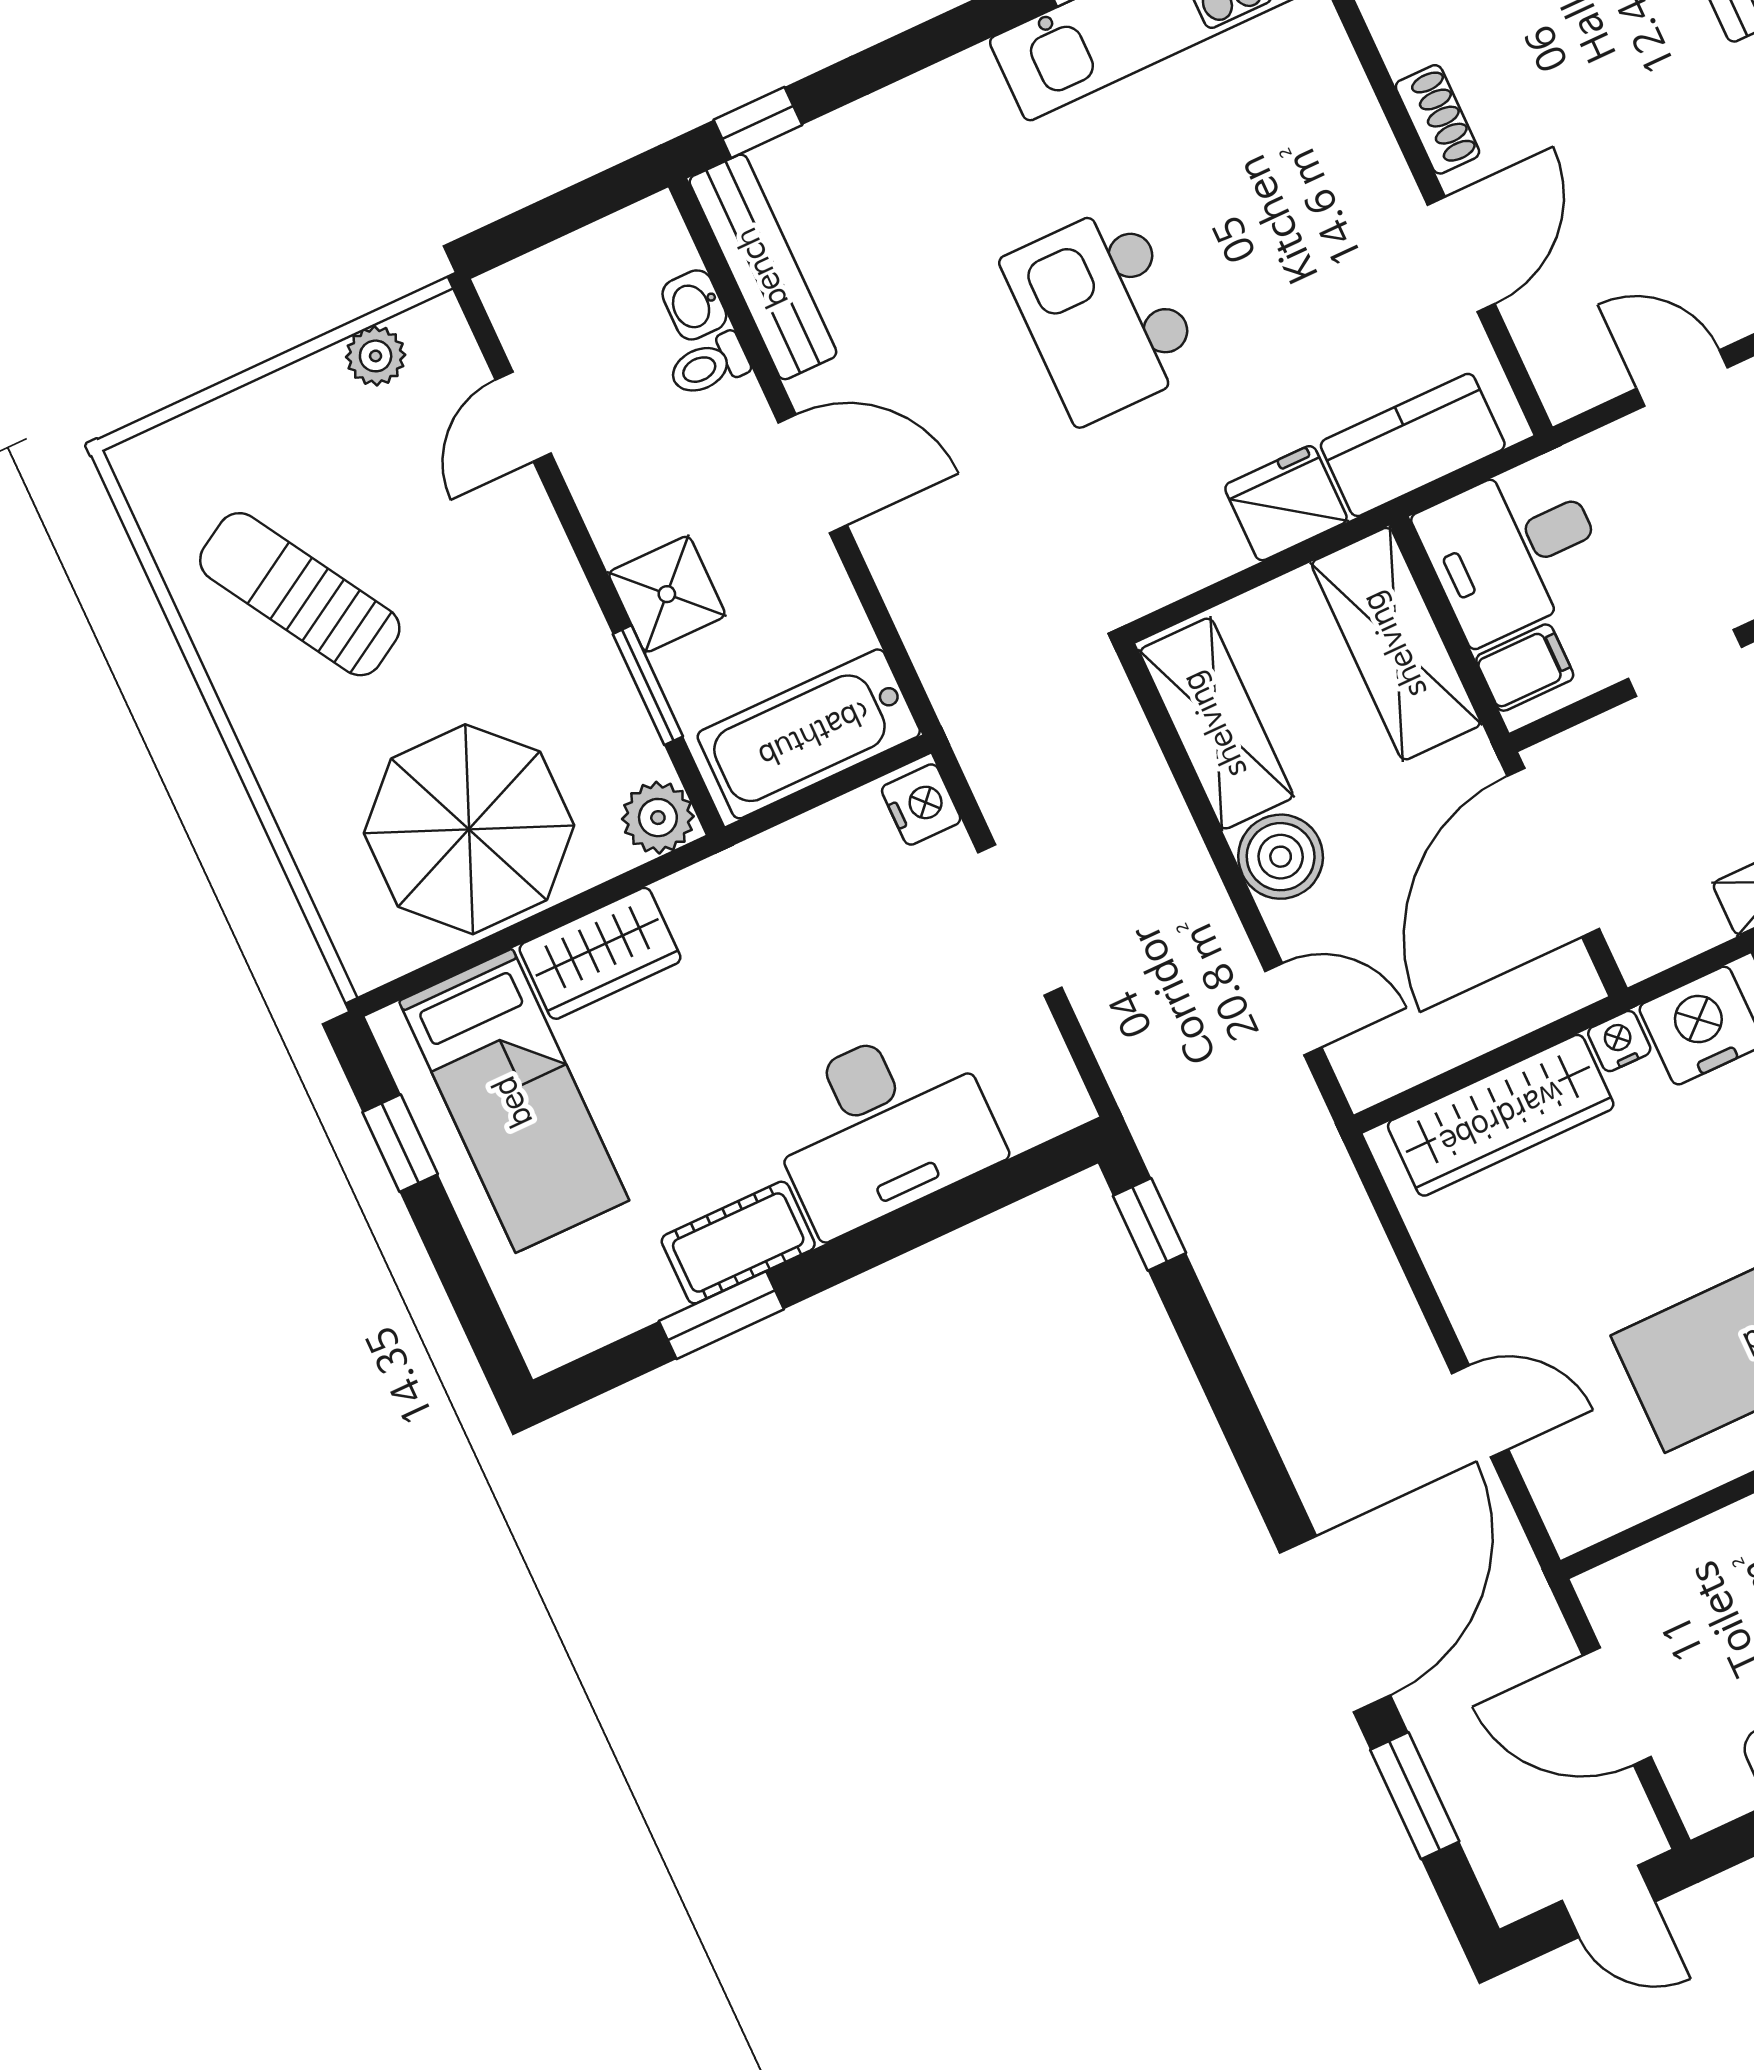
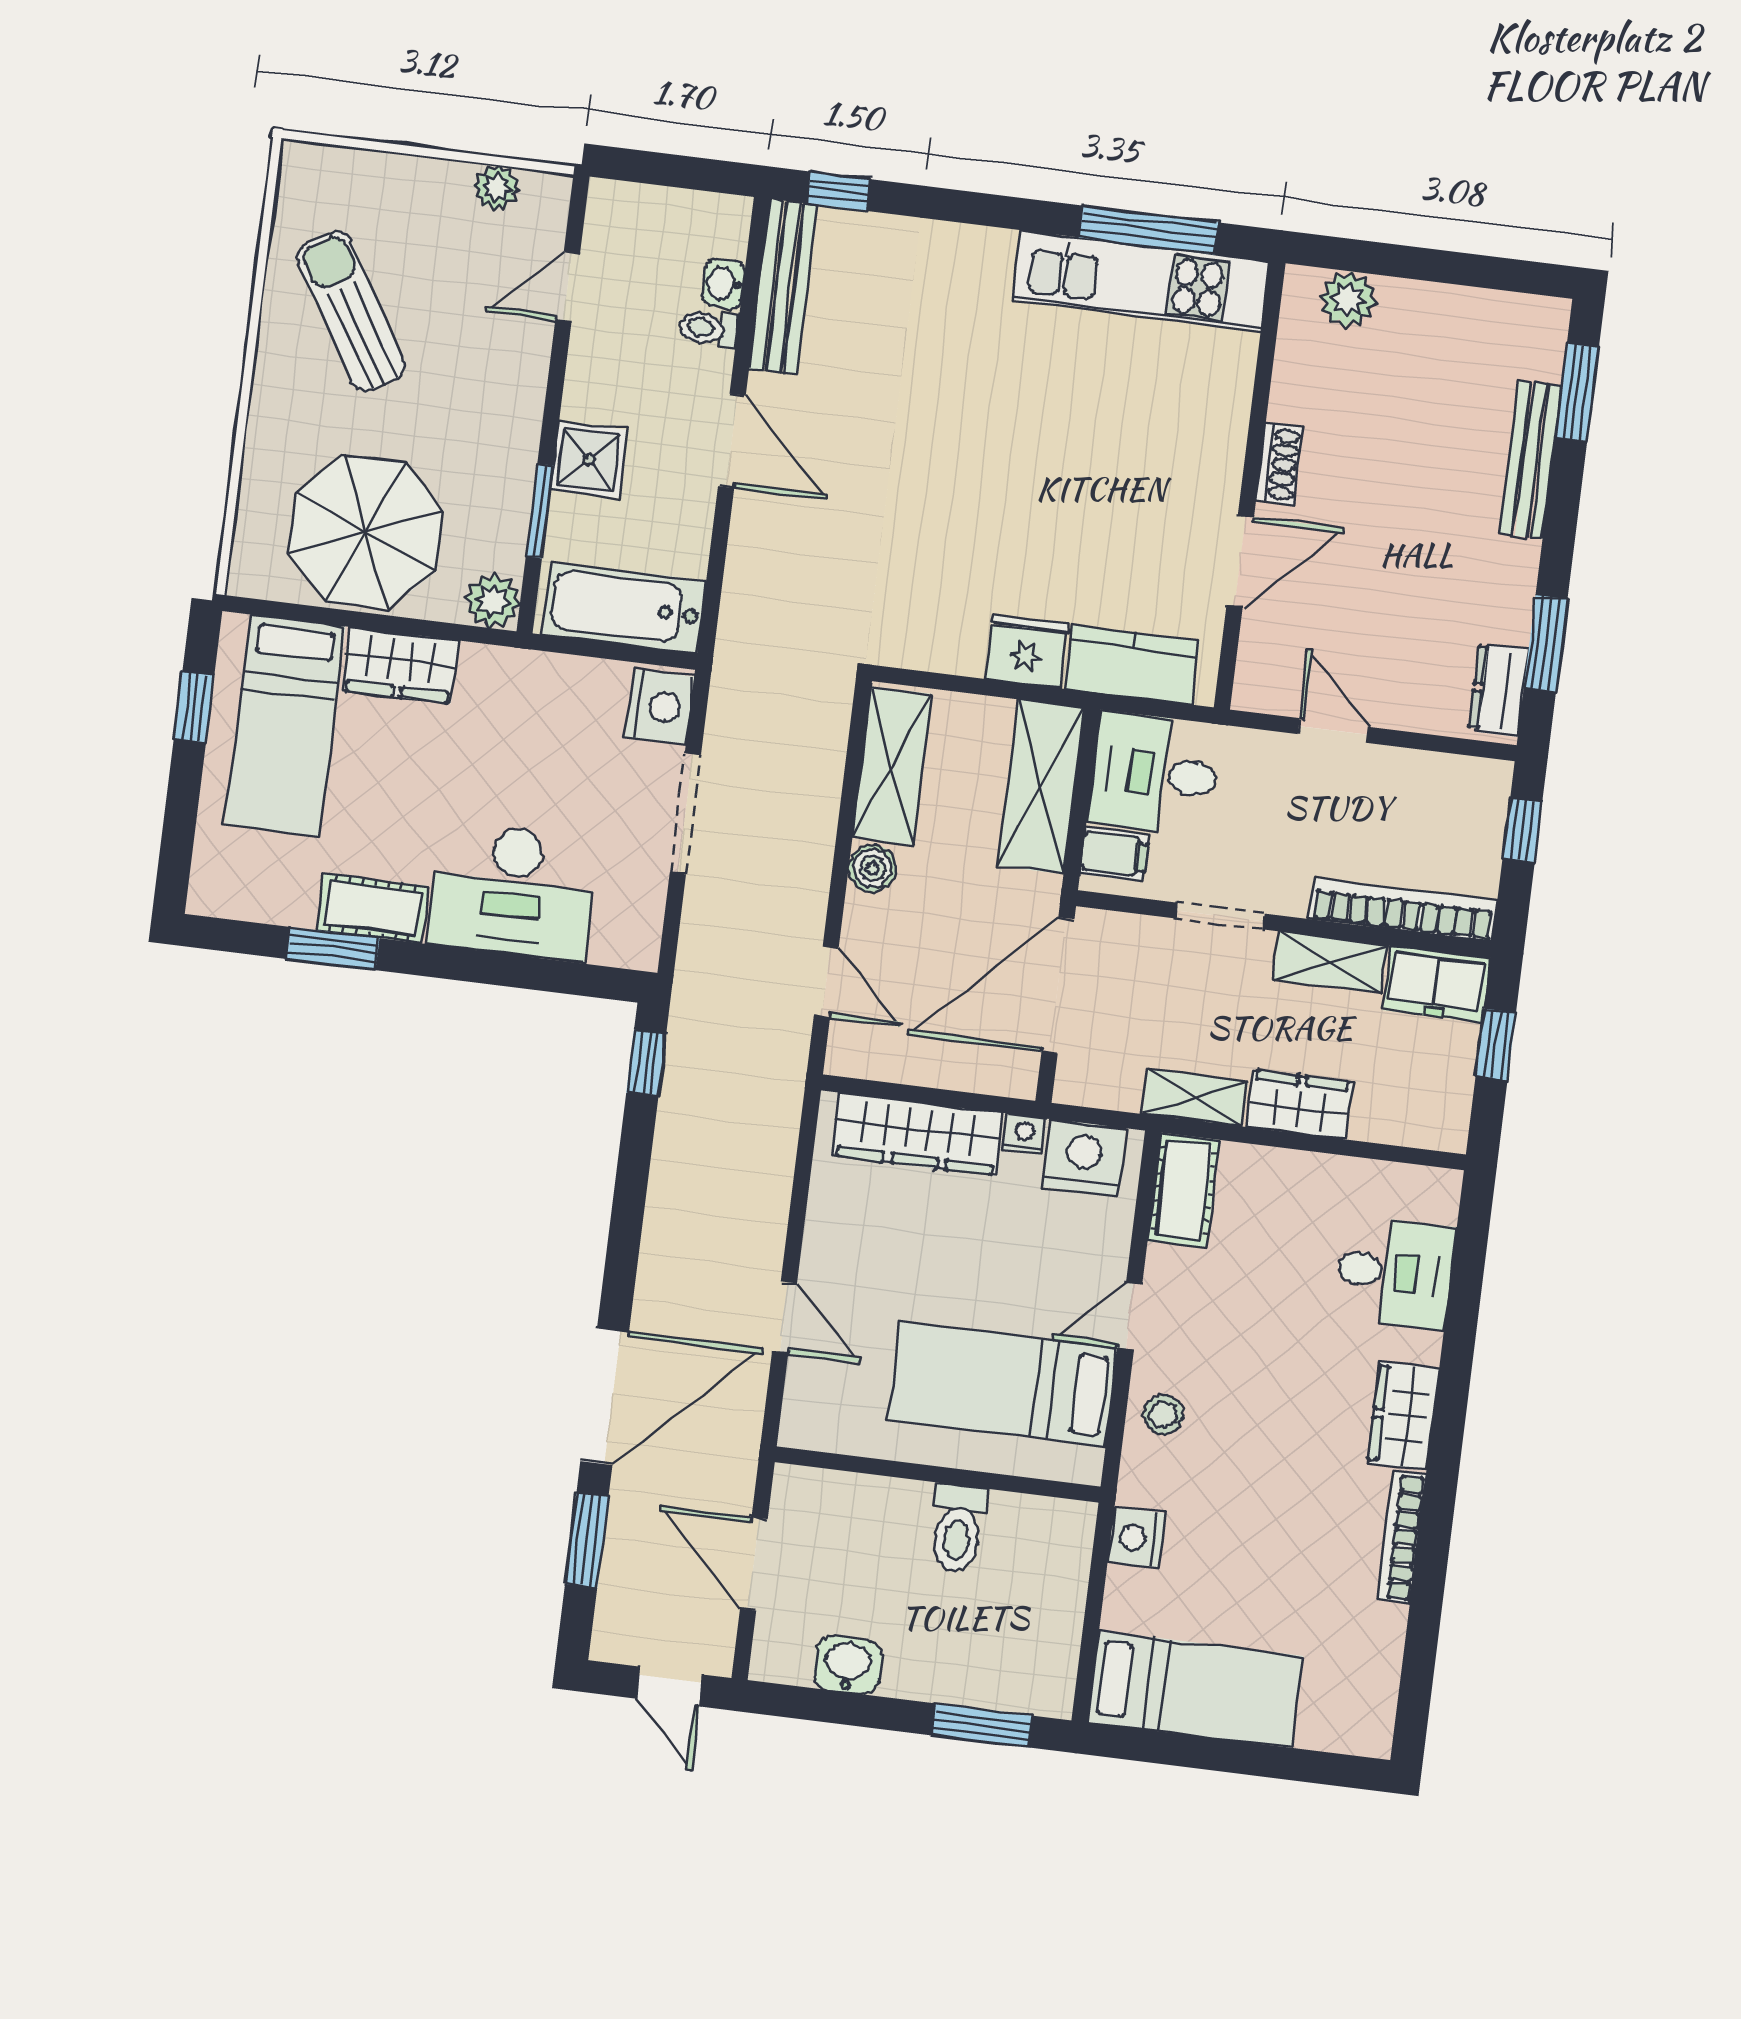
kitchen island: (1102, 314) -> (984, 455), removed
nightstand: (921, 805) -> (660, 707), width x1.36, depth x1.33
boiler: (1281, 857) -> (872, 868), width x0.73, depth x0.73

